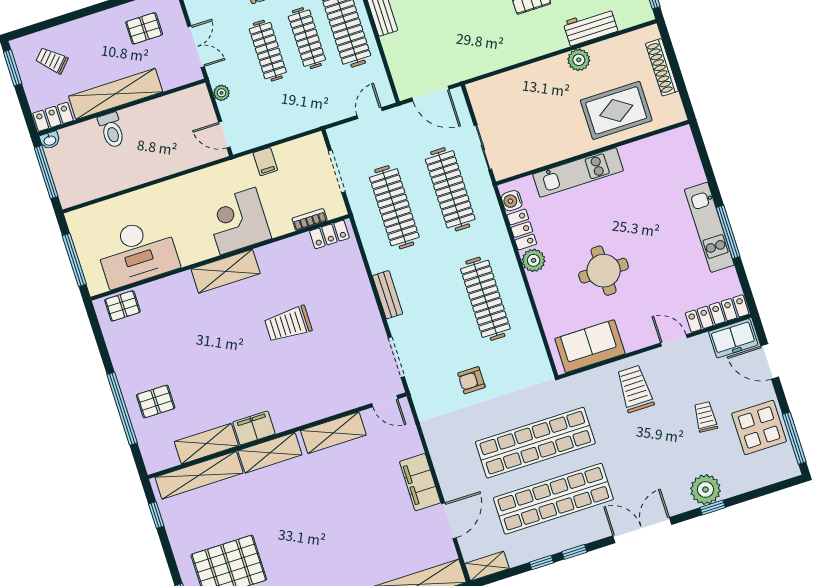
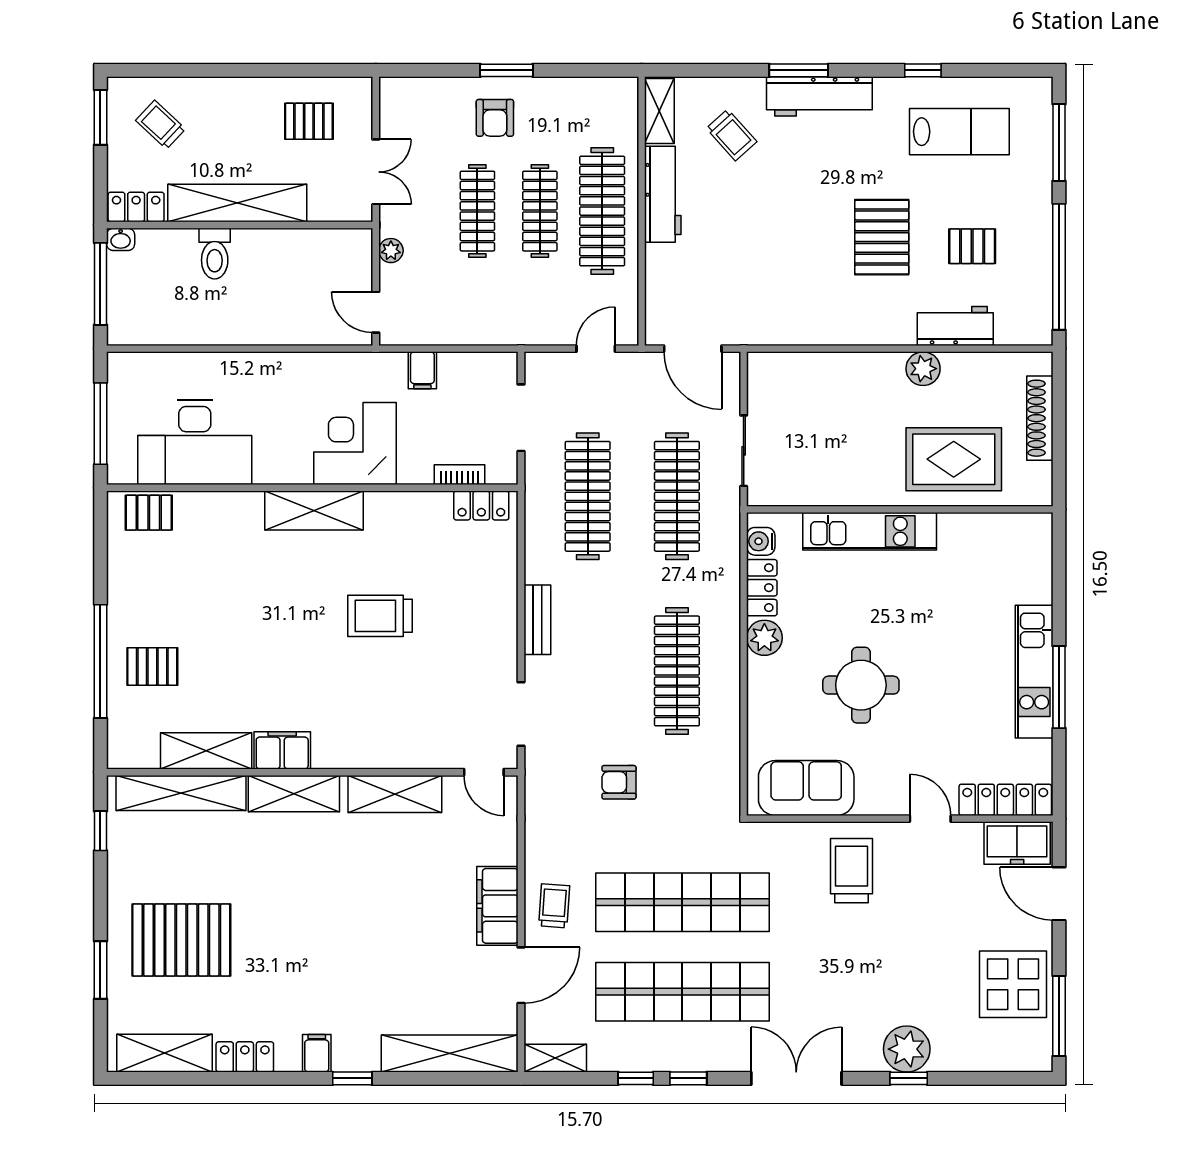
trolley: (705, 417) -> (554, 906), moved

